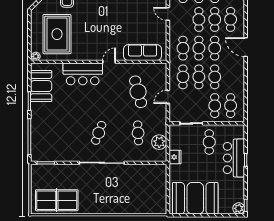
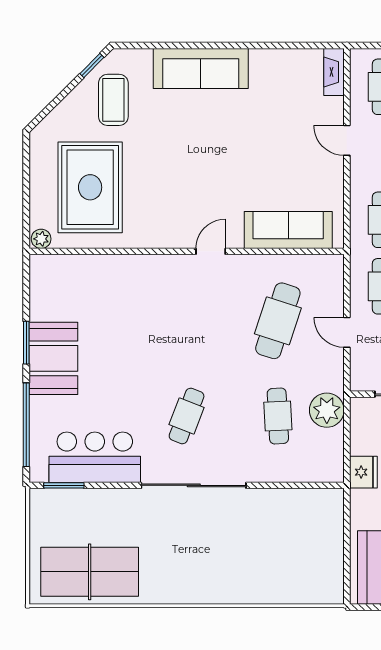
bar counter: (83, 74) -> (95, 457), moved, turned 180
booth: (41, 86) -> (53, 358), moved
cafe table: (138, 92) -> (278, 321), turned 33
door: (168, 97) -> (347, 332), hinge flipped
plant: (159, 142) -> (327, 410), moved

